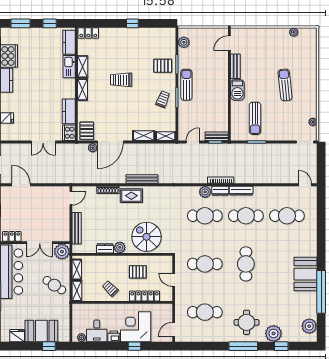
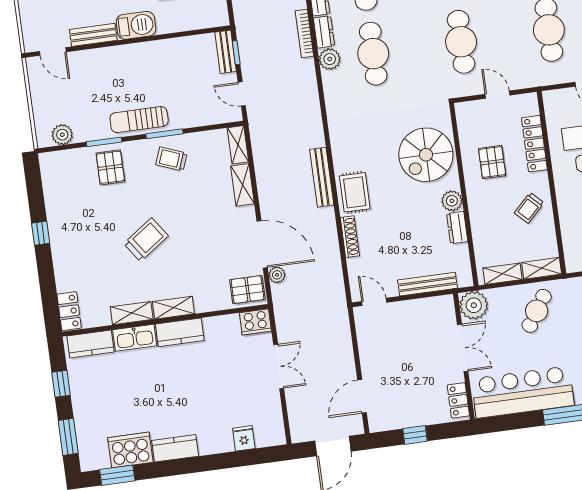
trolley: (121, 80) -> (146, 240), turned -125
kitchen counter: (69, 111) -> (180, 332), moved
door: (174, 280) -> (498, 95), swing flipped

